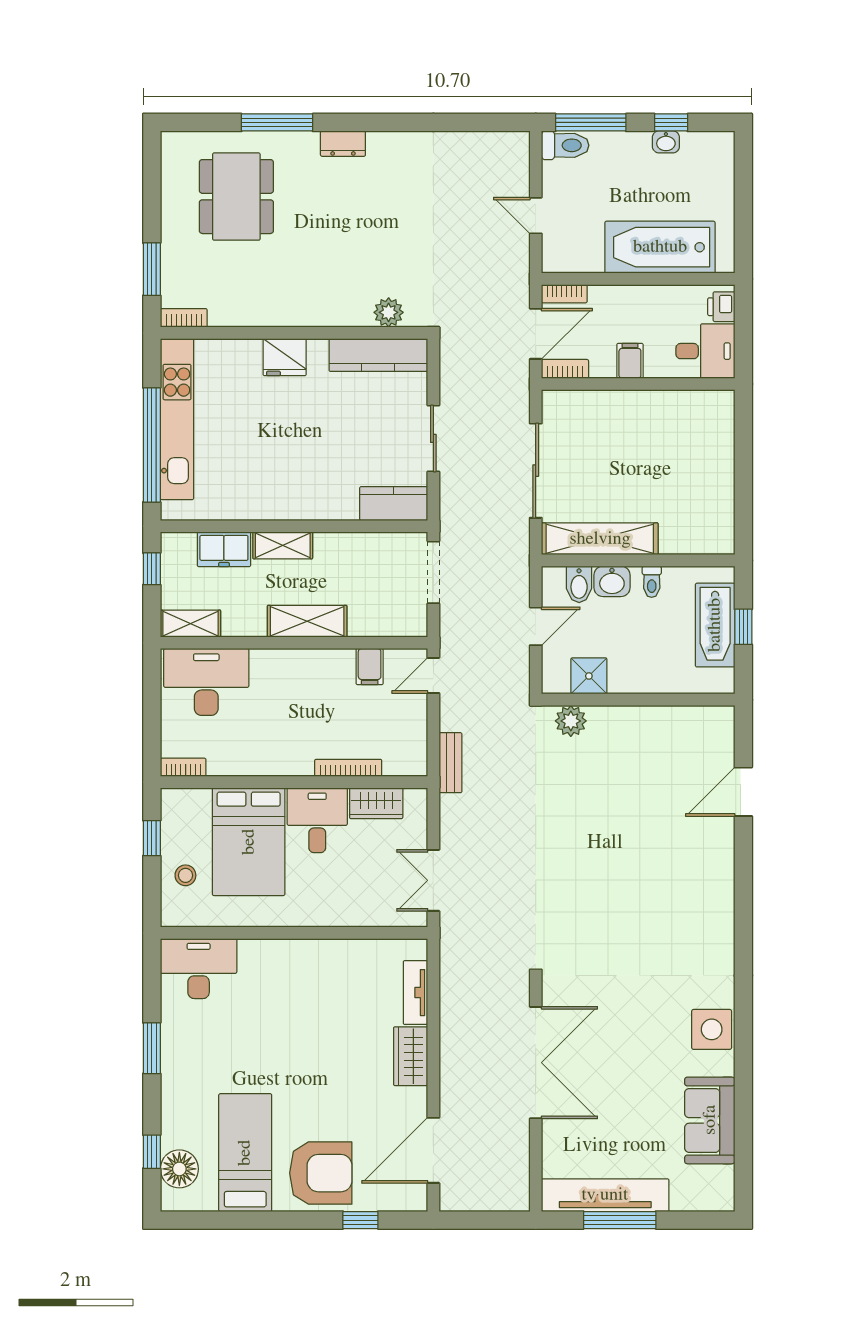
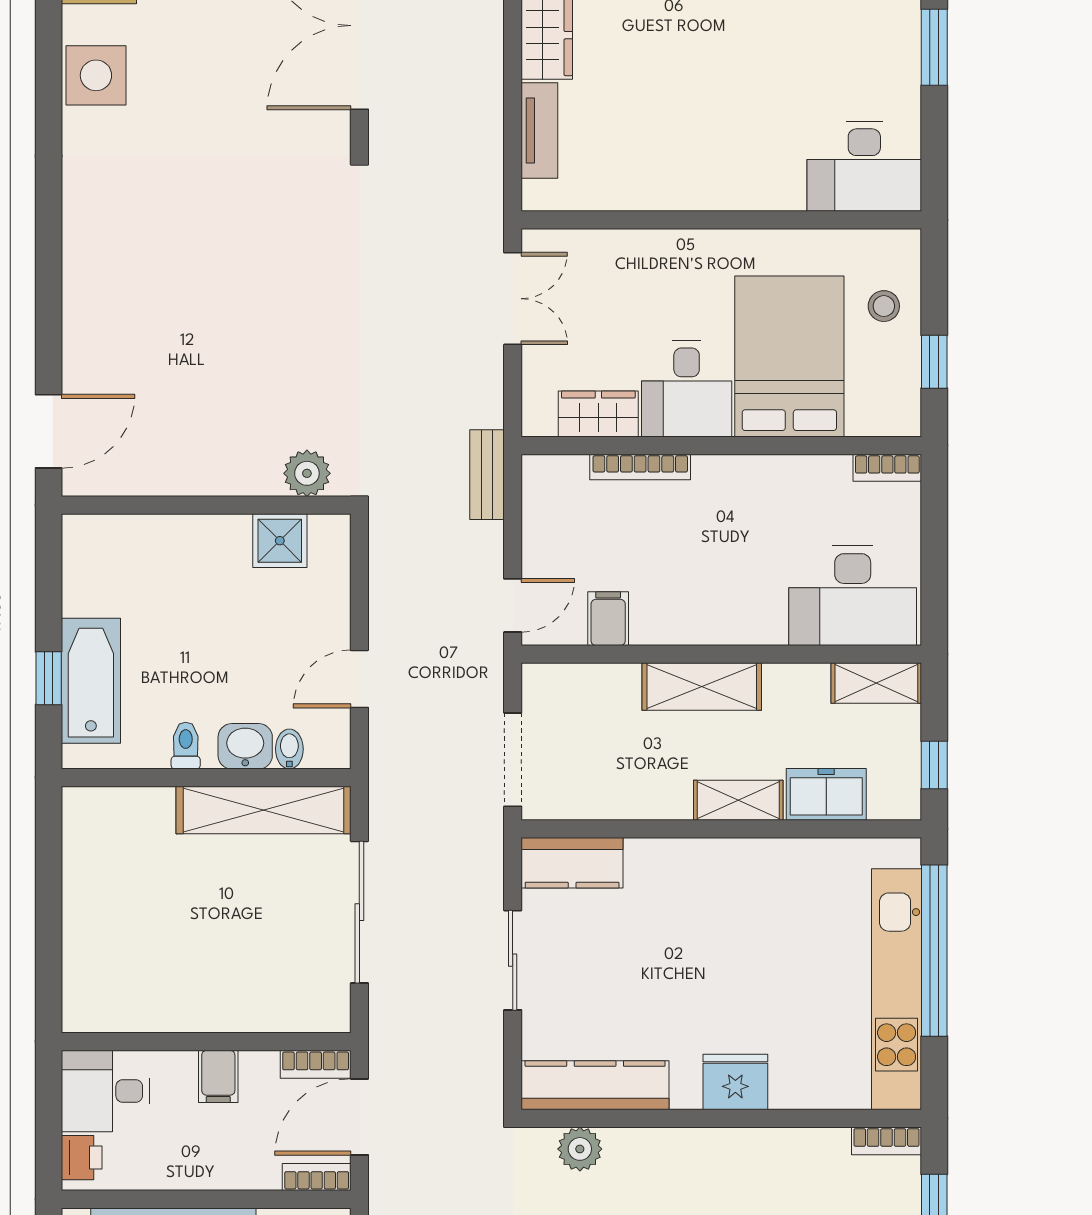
bidet: (579, 584) -> (289, 749), width x0.72, depth x0.74
shower: (589, 676) -> (280, 541), moved
wall: (638, 700) -> (206, 505), moved
plant: (571, 721) -> (307, 473), moved

